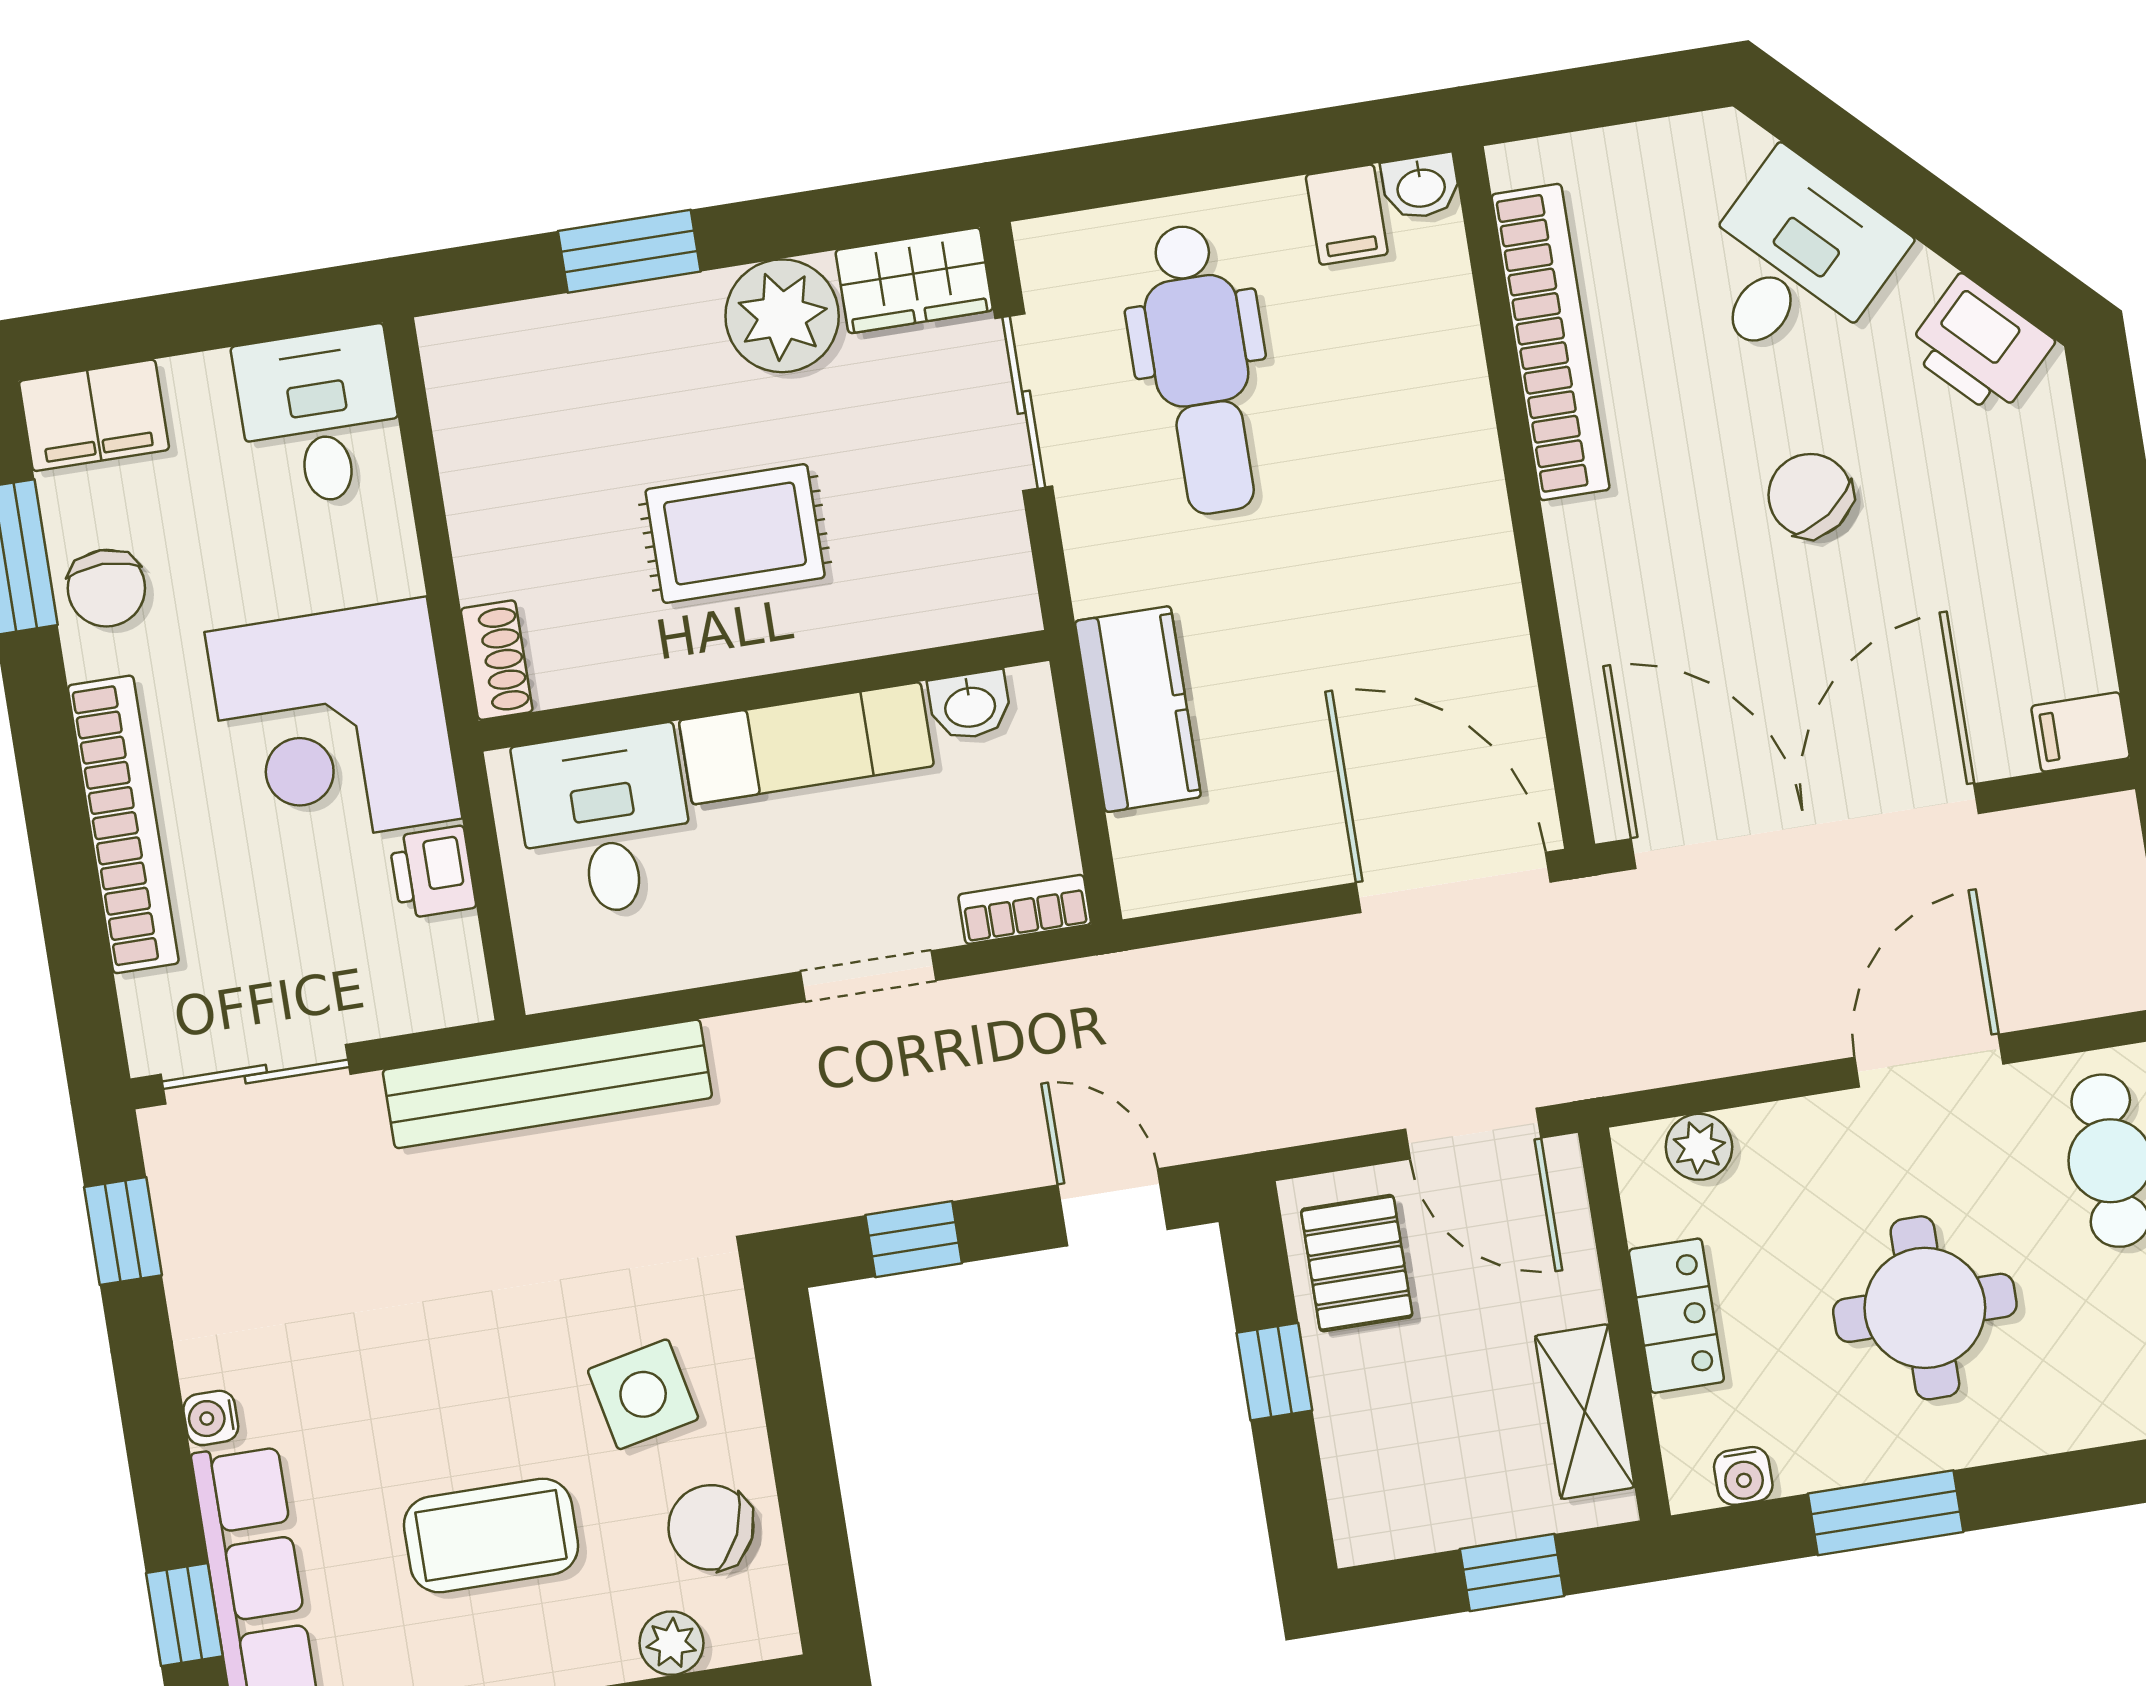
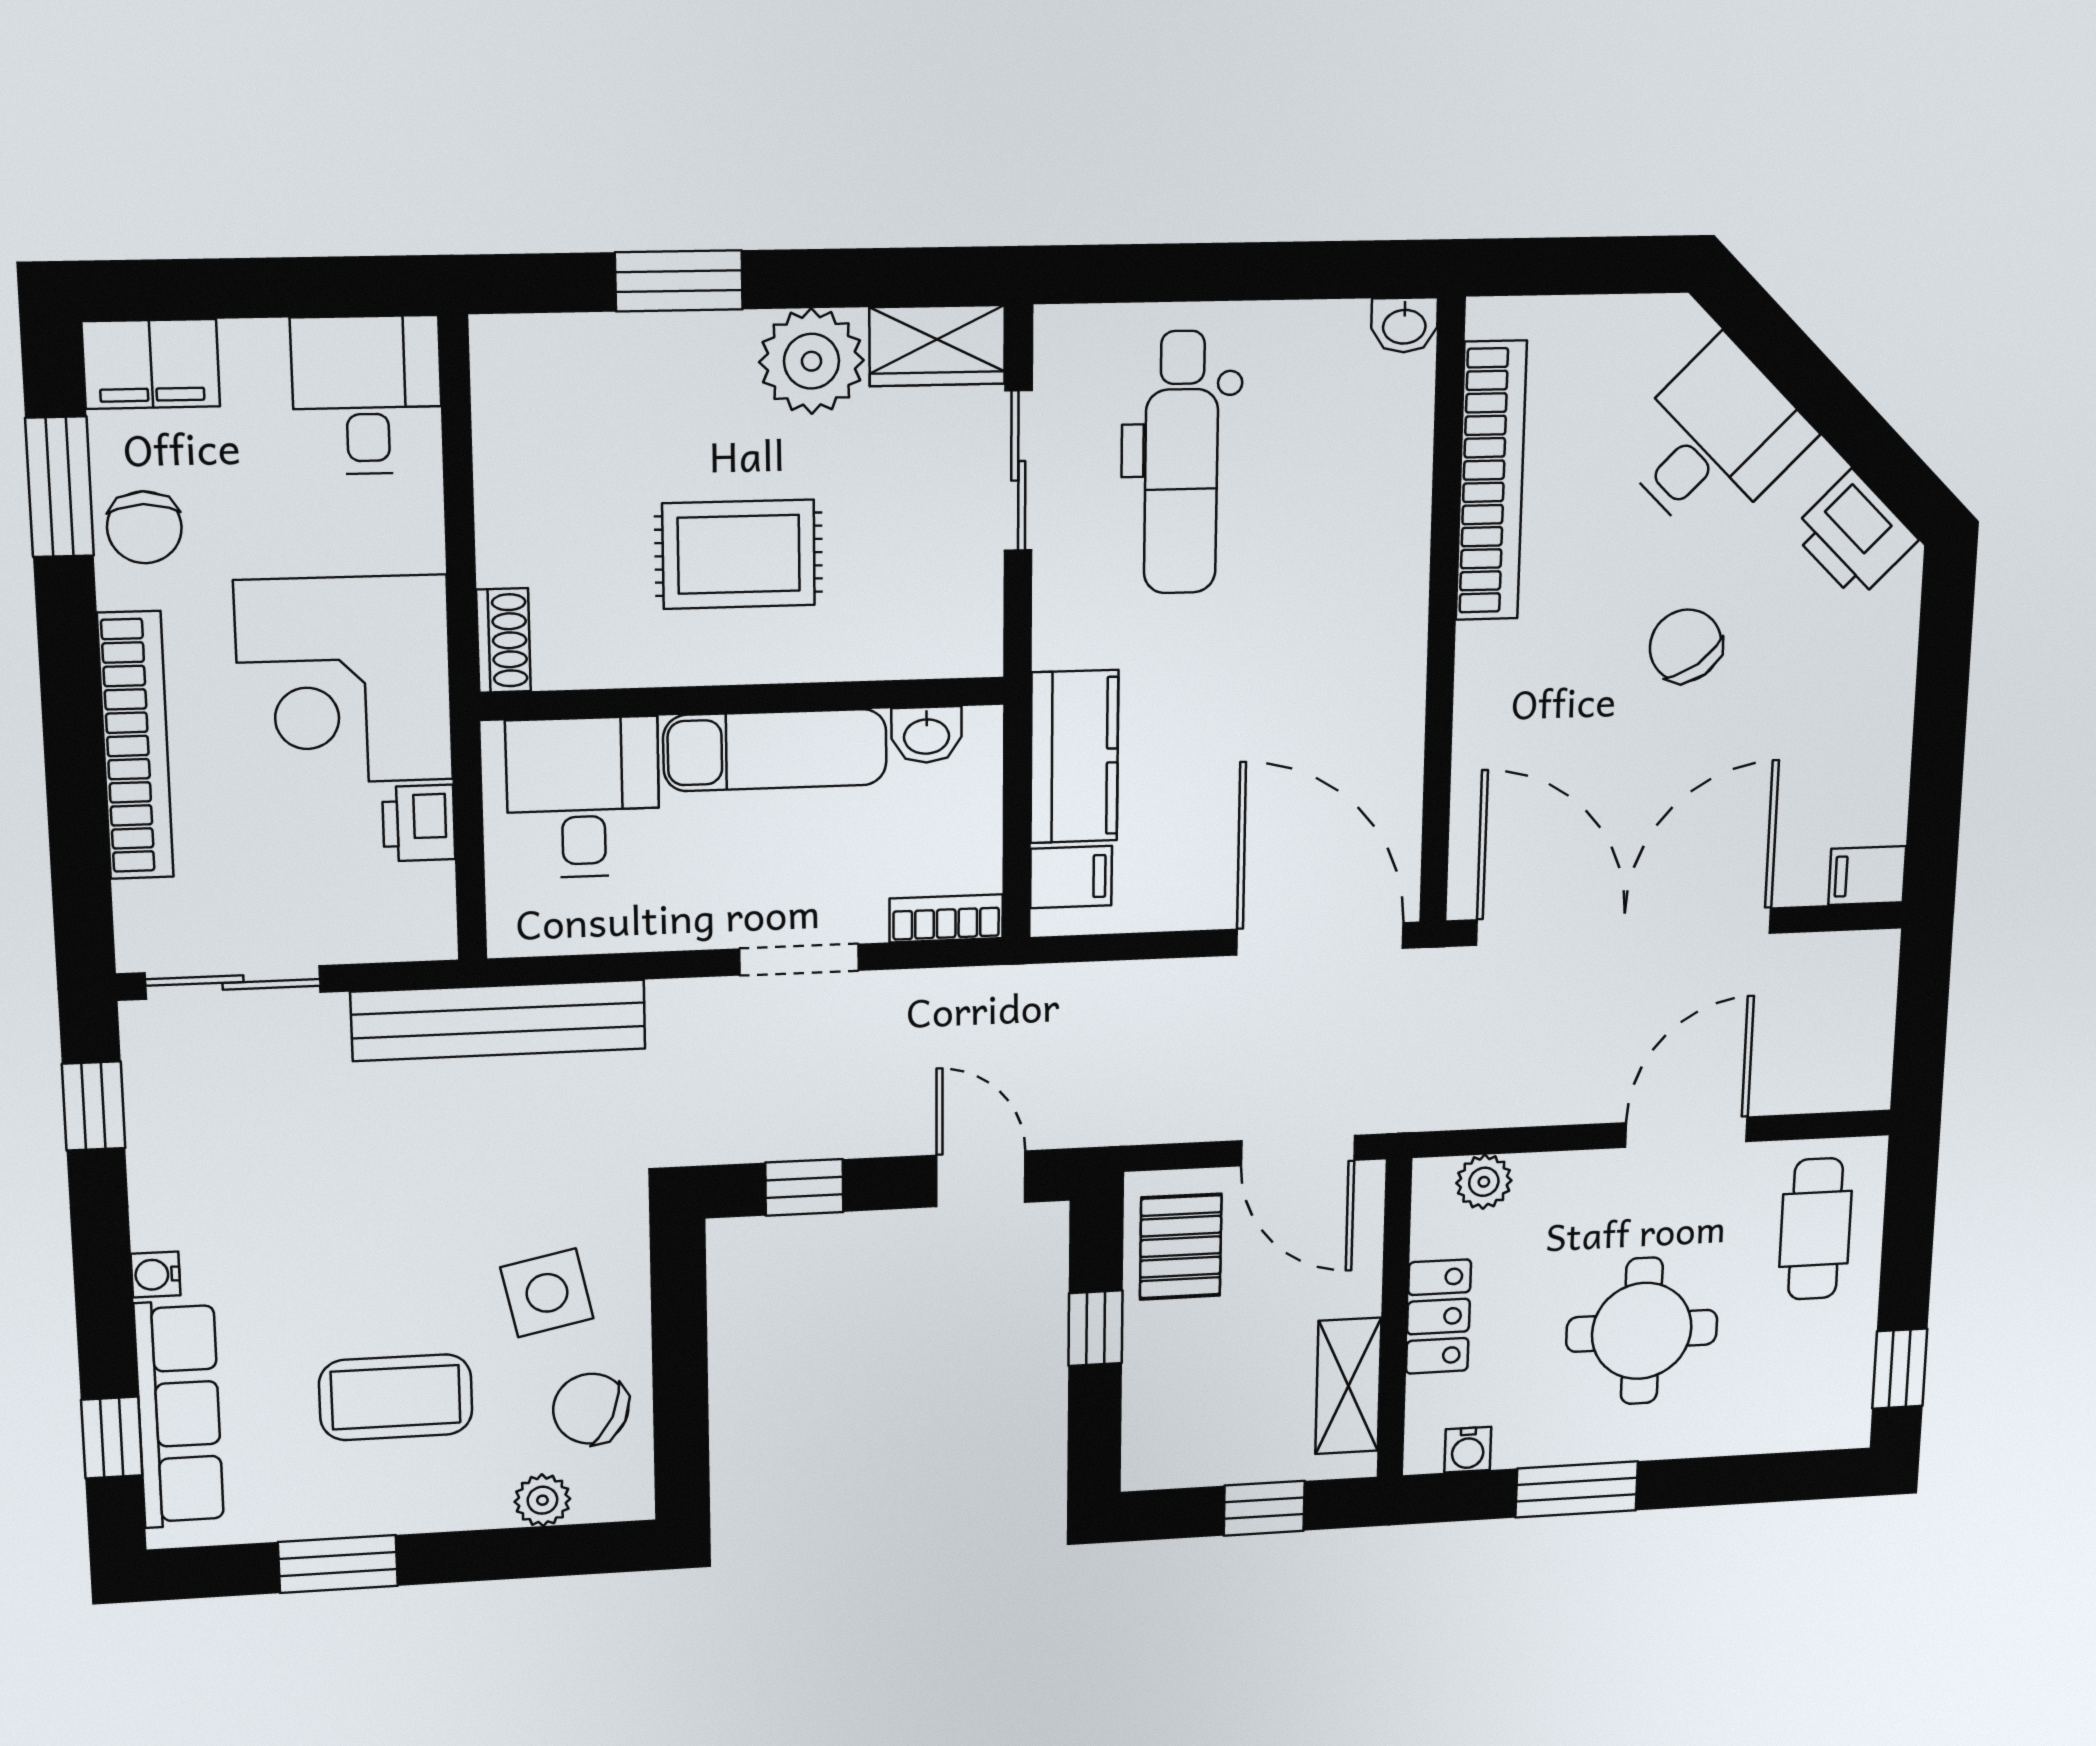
filing cabinet: (1347, 215) -> (1071, 877), moved, turned -90

